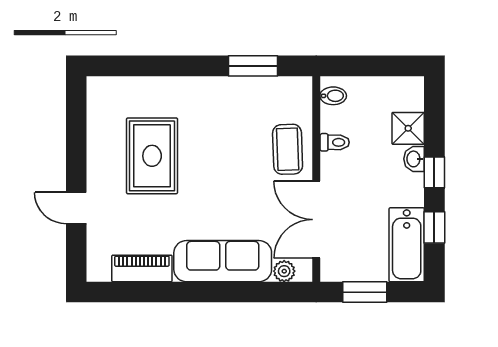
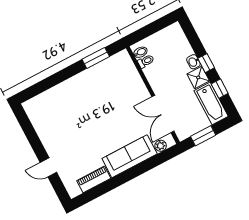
shower: (408, 128) -> (198, 77), moved
toilet: (335, 142) -> (146, 61), moved
coffee table: (288, 149) -> (132, 88), removed
rug: (152, 156) -> (71, 125), removed

